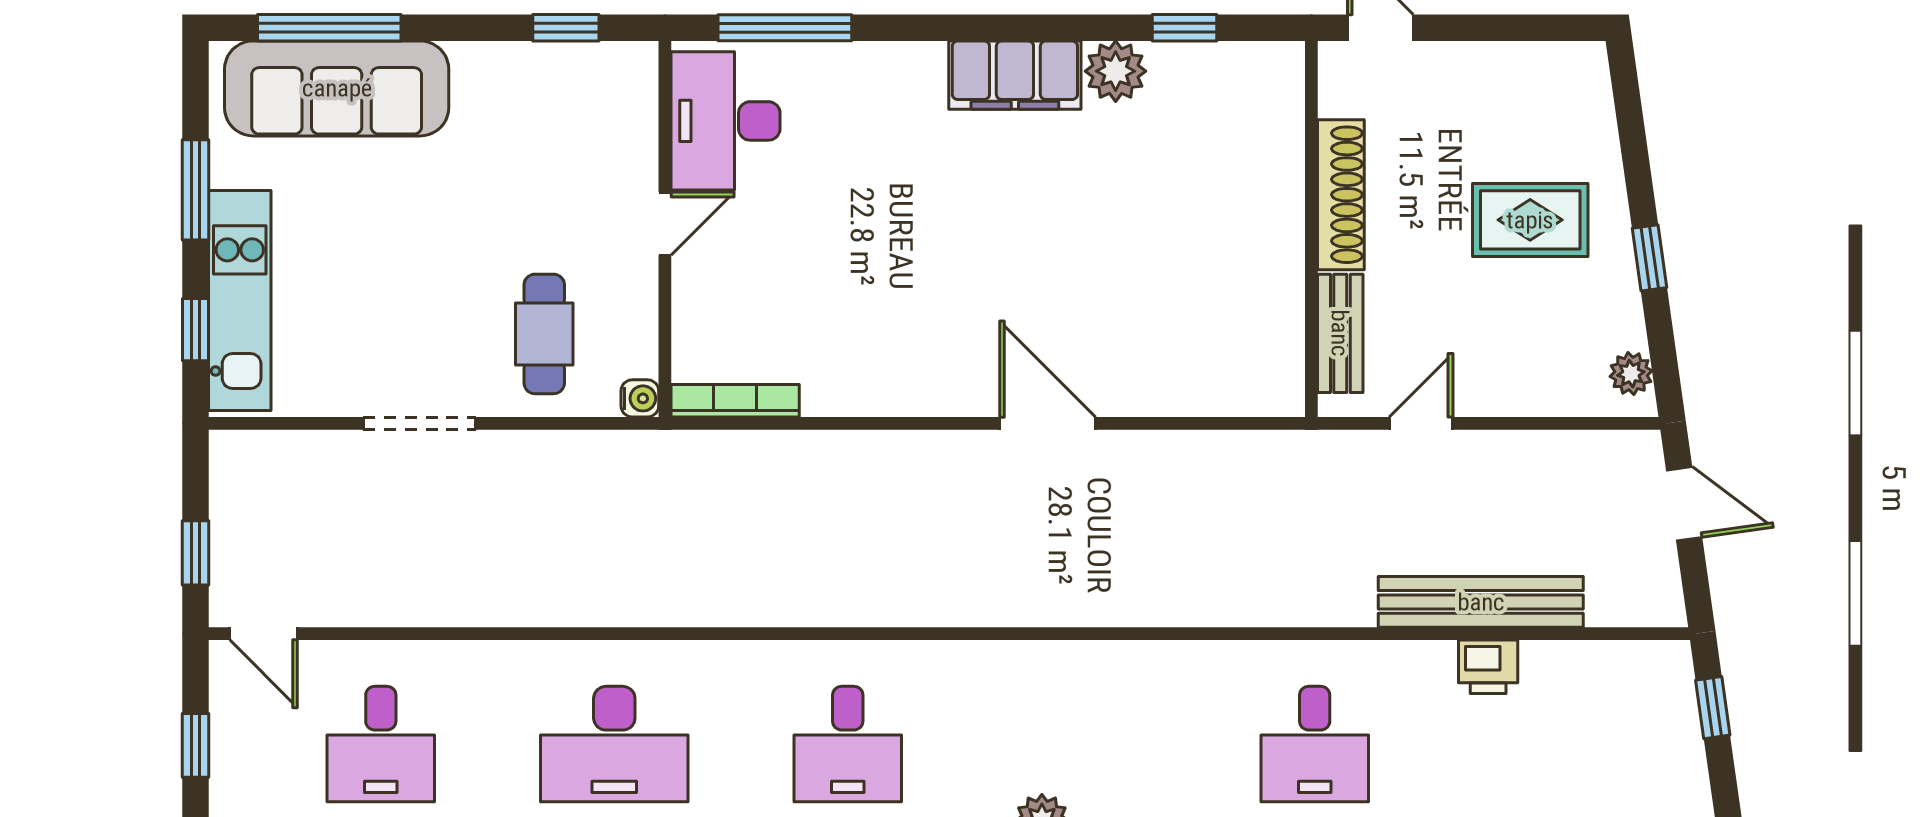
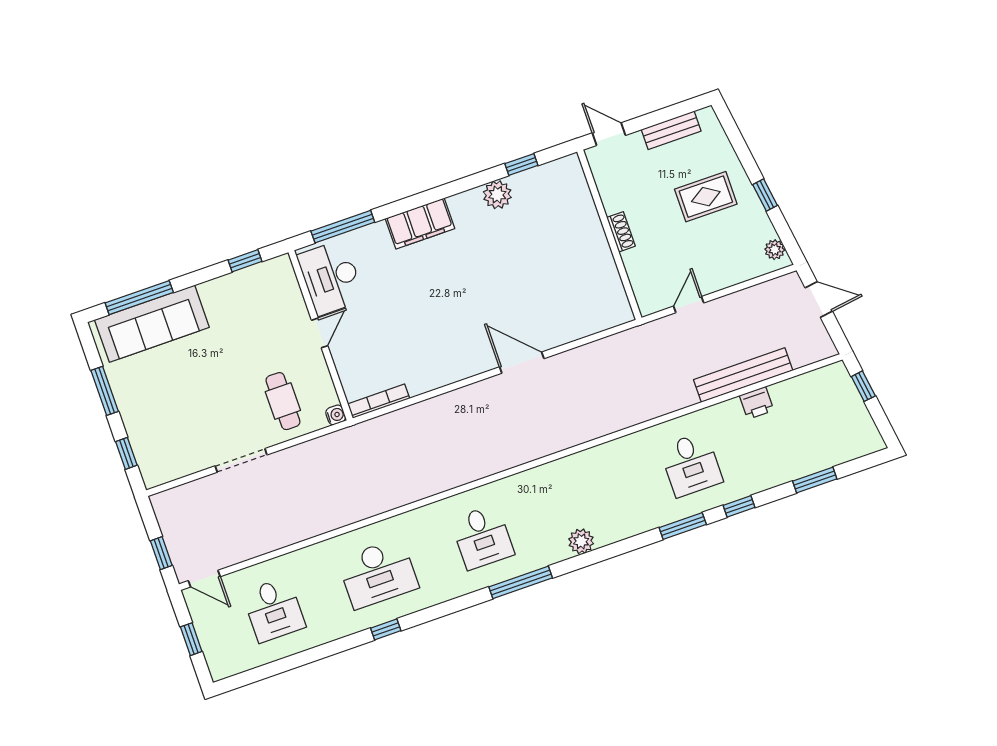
filing cabinet: (1015, 75) -> (420, 224), moved
shoe rack: (1341, 195) -> (621, 232), width x0.51, depth x0.81
kitchen unit: (240, 301) -> (142, 433), removed
bench: (1340, 333) -> (671, 130), moved, turned 90

